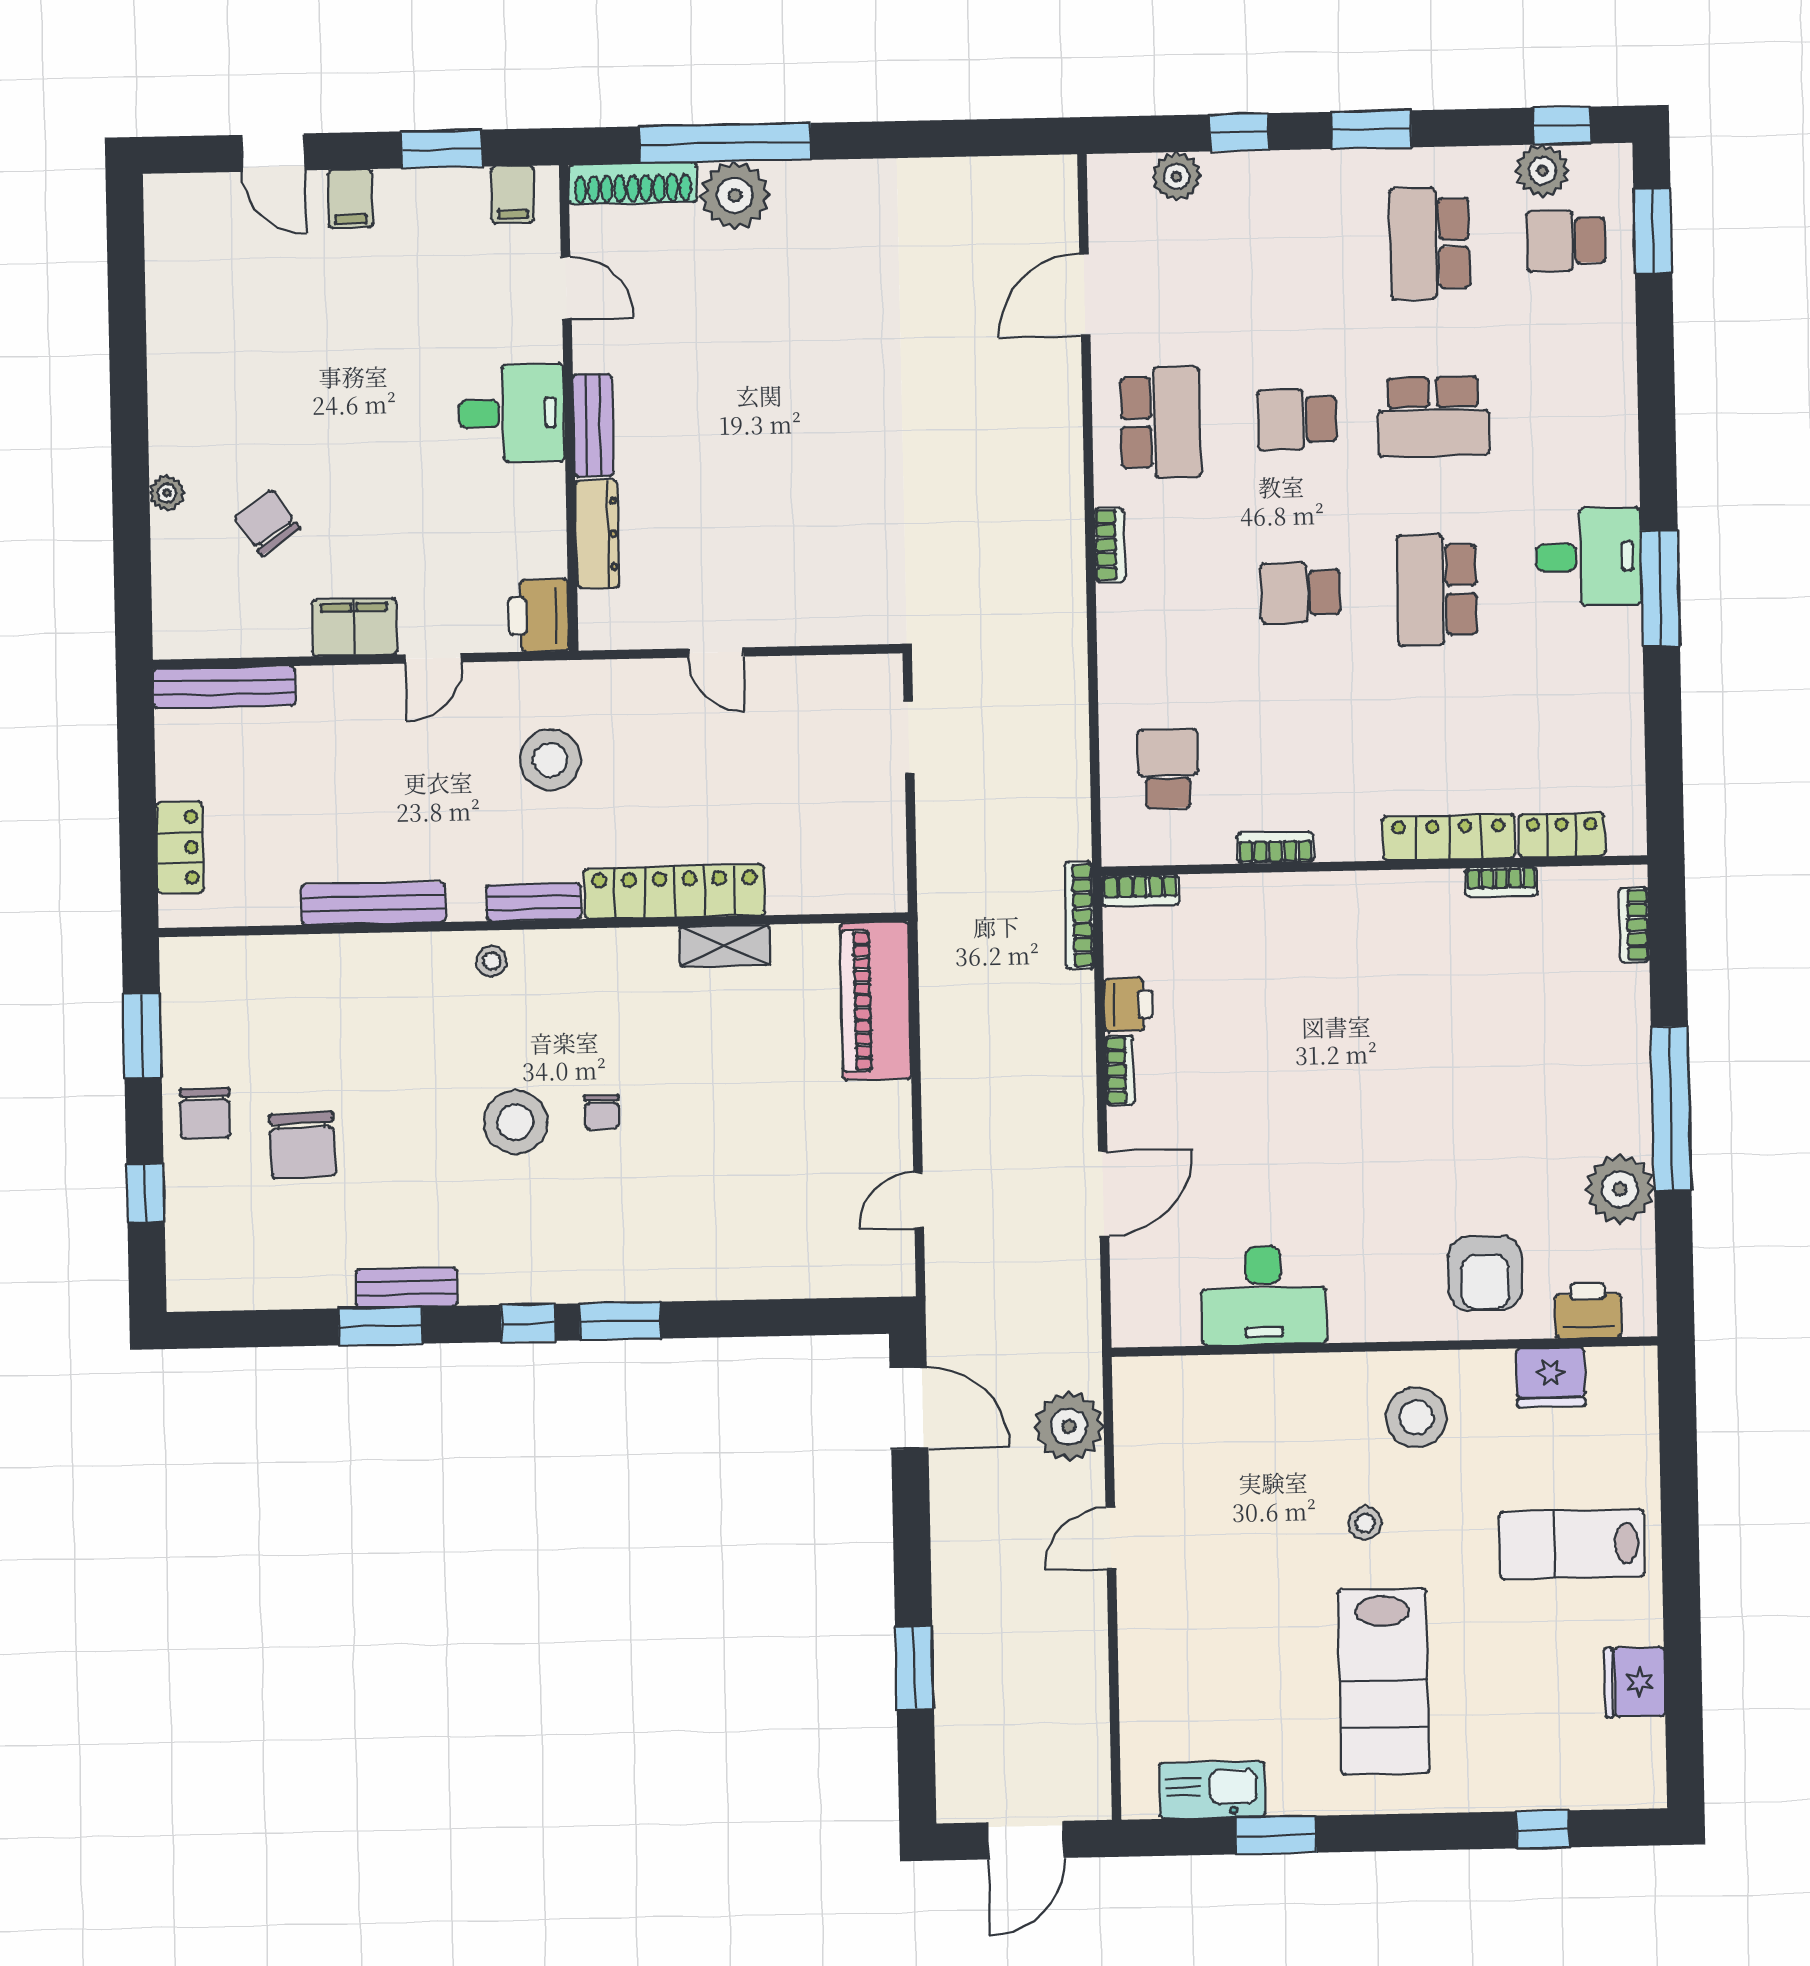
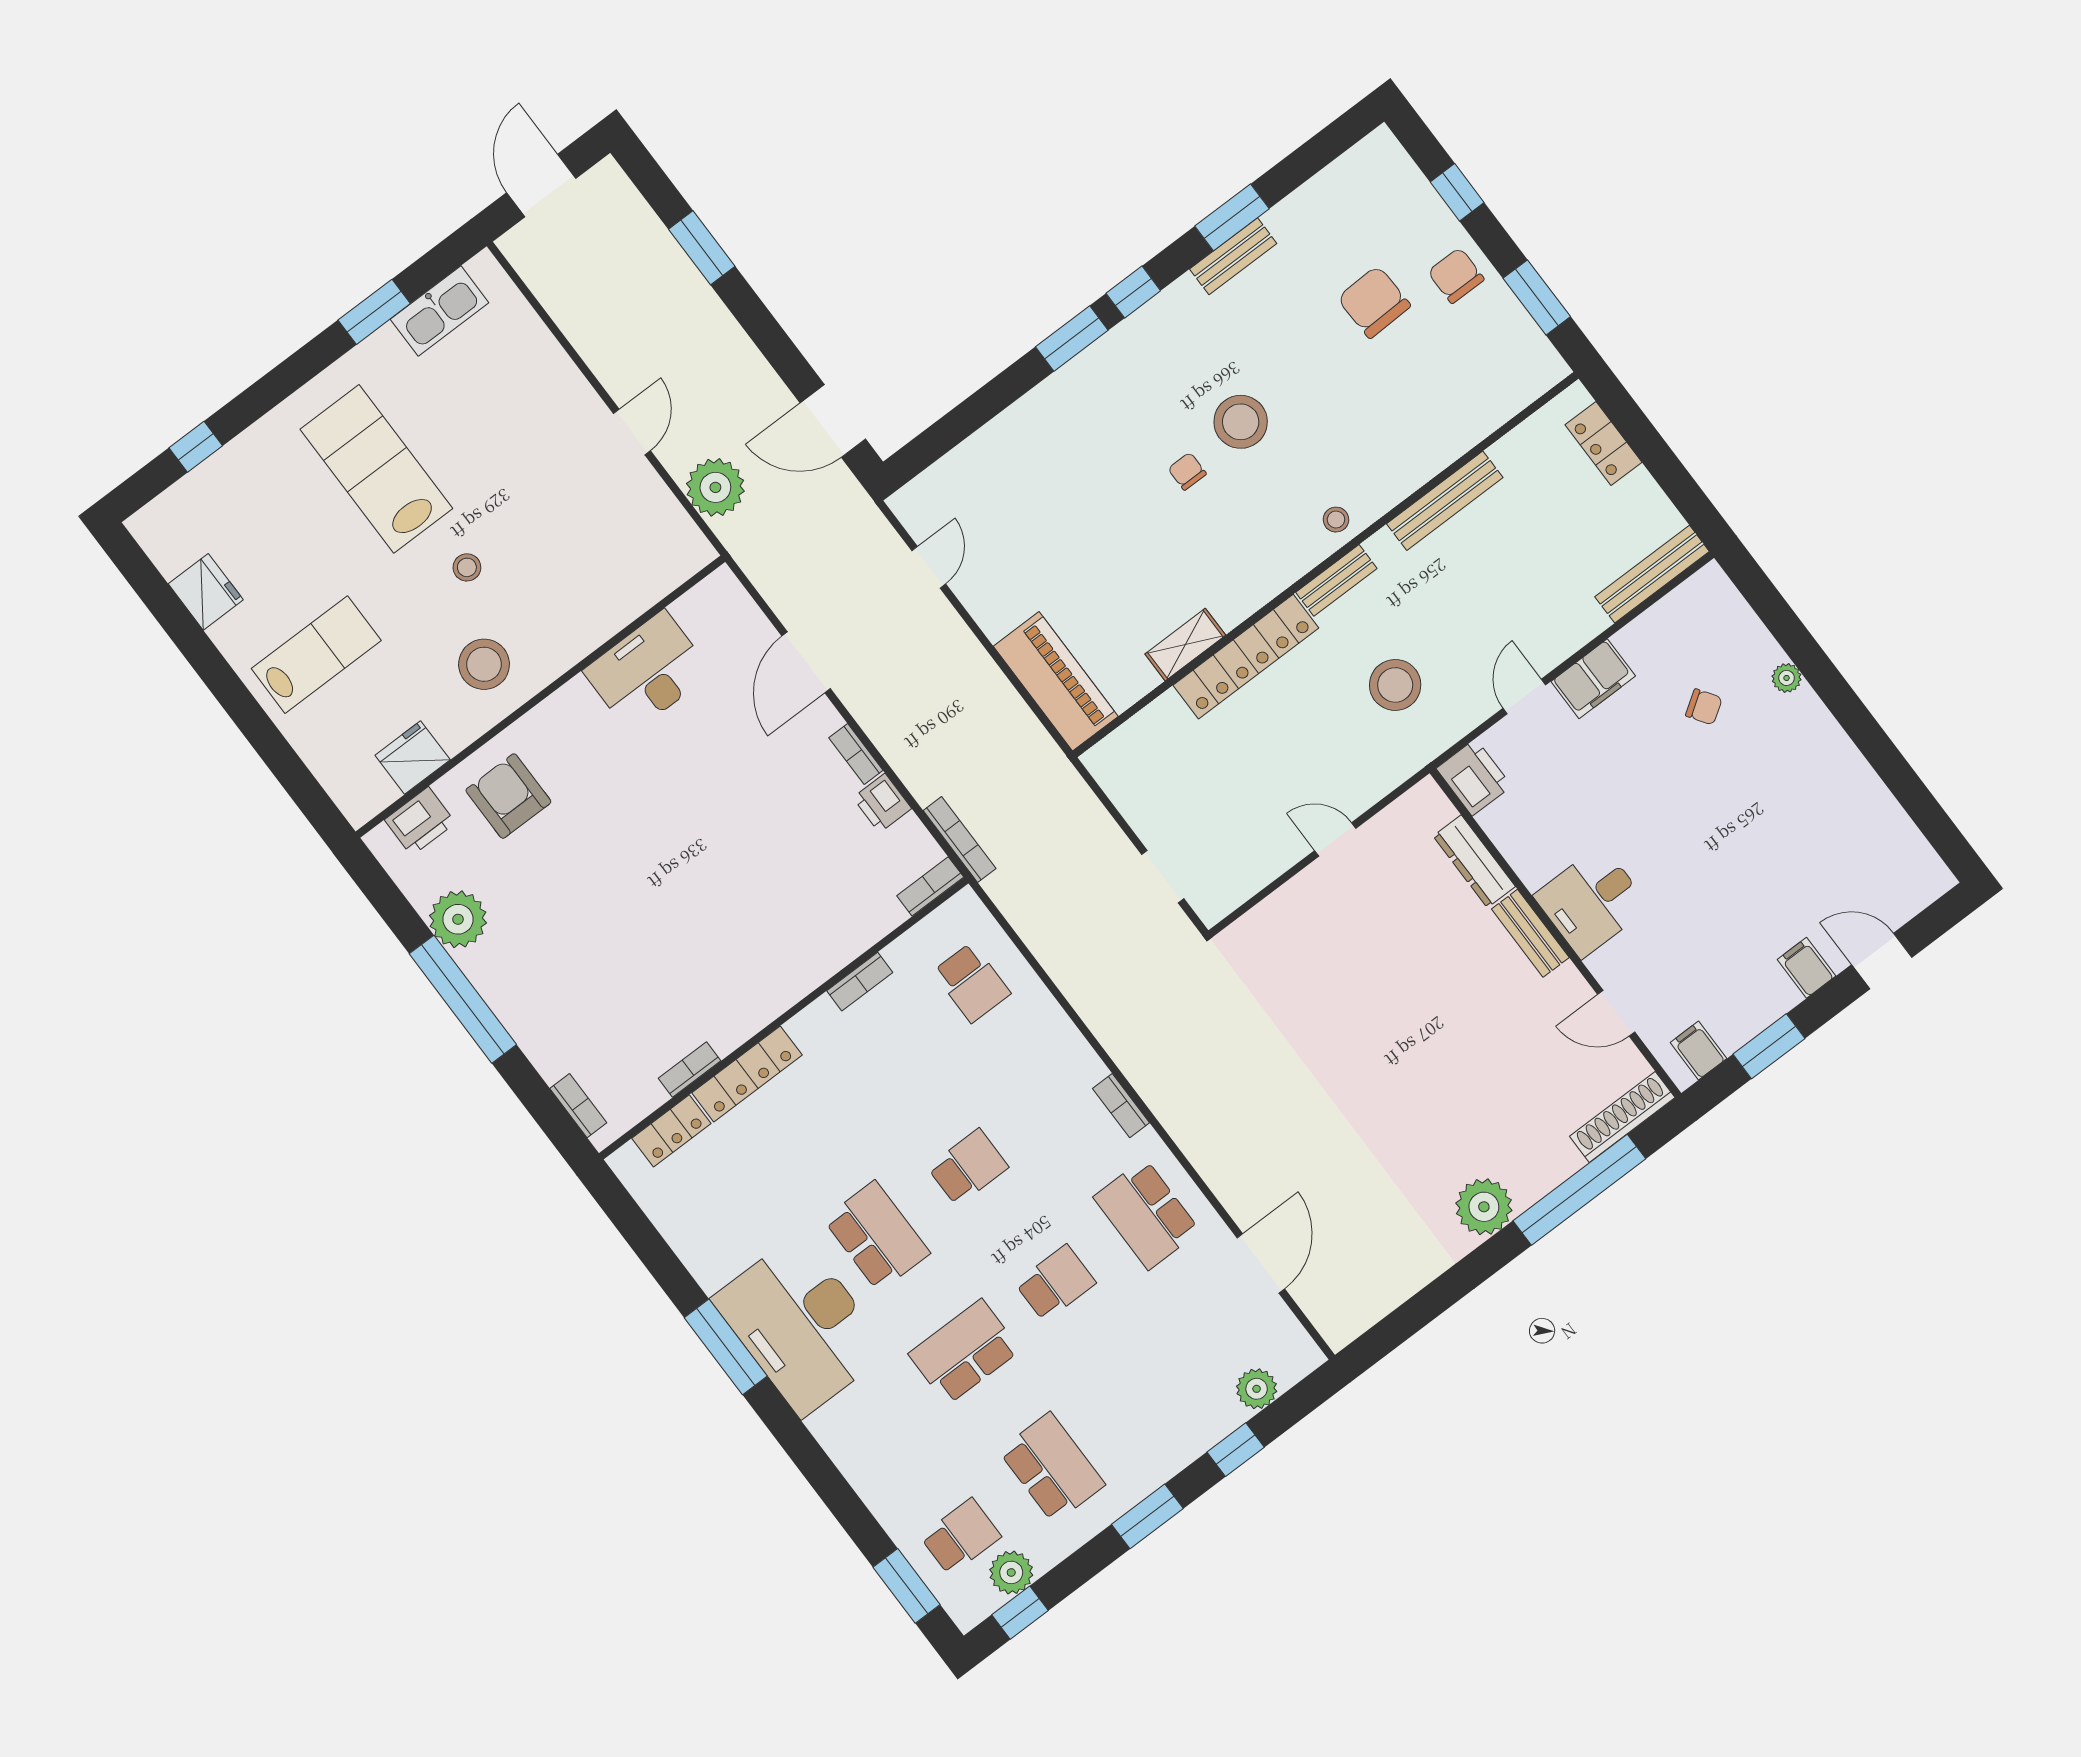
plant: (735, 195) -> (1484, 1207), moved
chair: (267, 523) -> (1704, 707), width x0.73, depth x0.73
desk: (1588, 557) -> (801, 1325), width x1.87, depth x1.30

